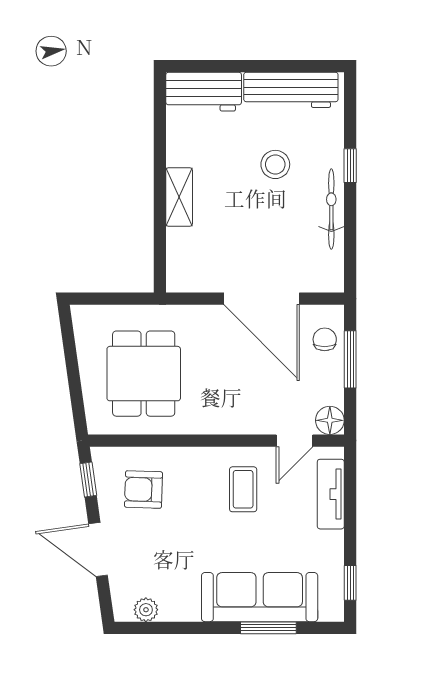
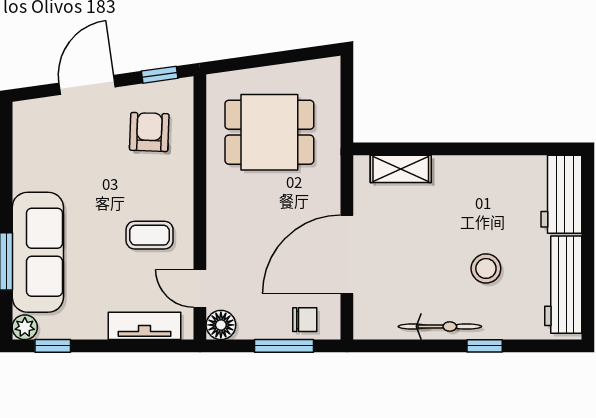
shelving: (179, 197) -> (401, 169), moved
plant: (146, 610) -> (25, 327), moved

